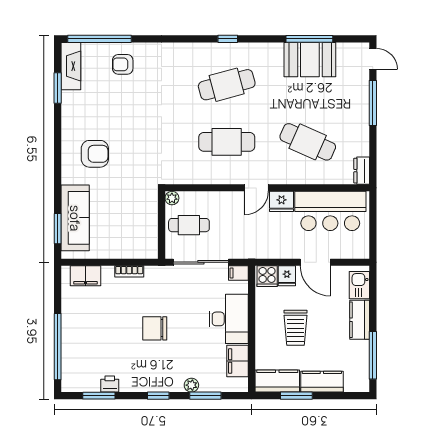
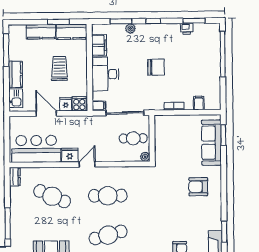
filing cabinet: (85, 276) -> (199, 103), width x0.50

